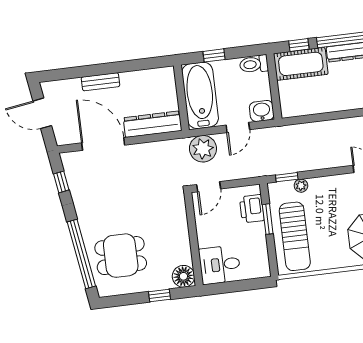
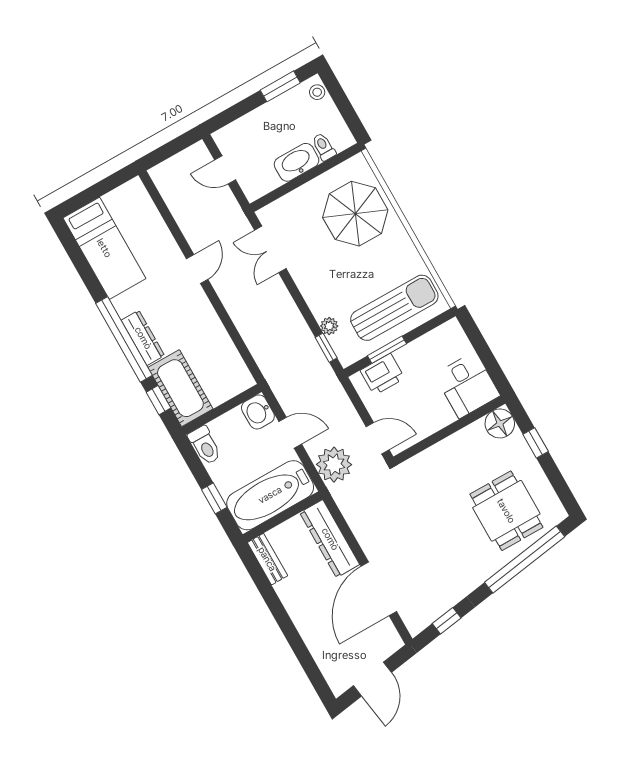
bench: (100, 82) -> (267, 559), moved

